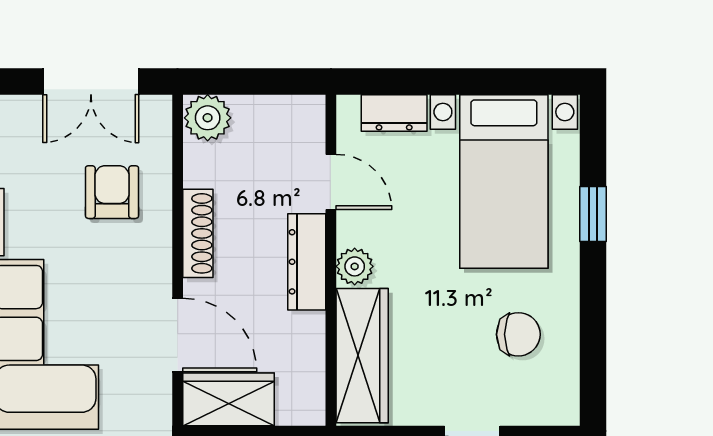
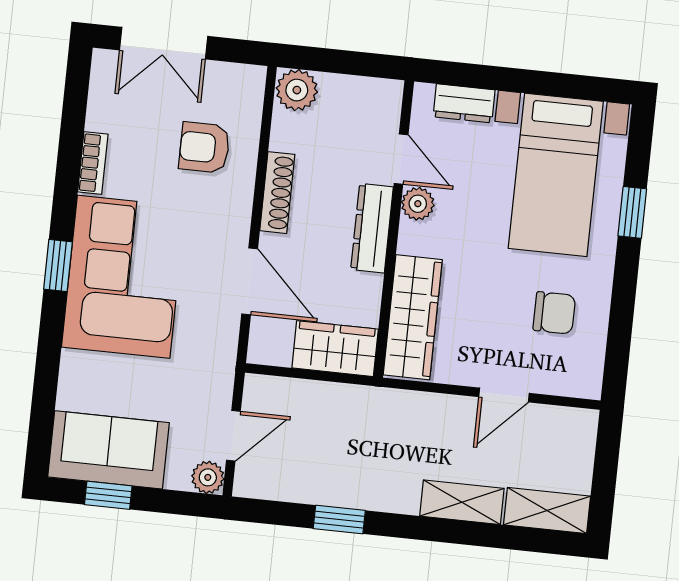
double door: (91, 81) -> (164, 43), moved
armchair: (112, 192) -> (204, 148), turned -90
plant: (355, 266) -> (418, 204), moved
wardrobe: (229, 399) -> (335, 349), moved

